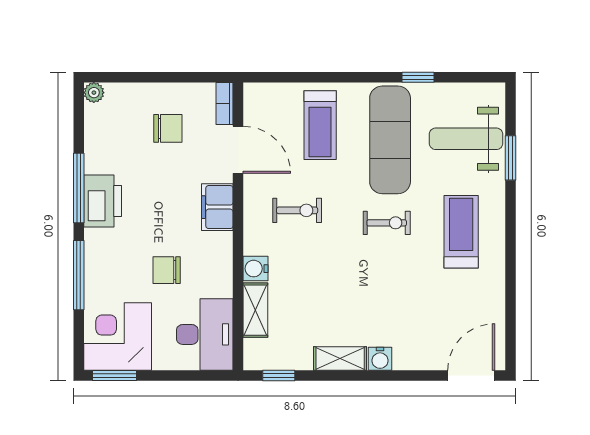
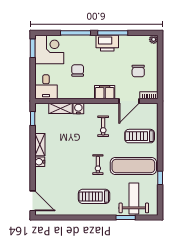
treadmill: (461, 232) -> (94, 196), turned 180
desk: (205, 334) -> (46, 87), width x0.73

